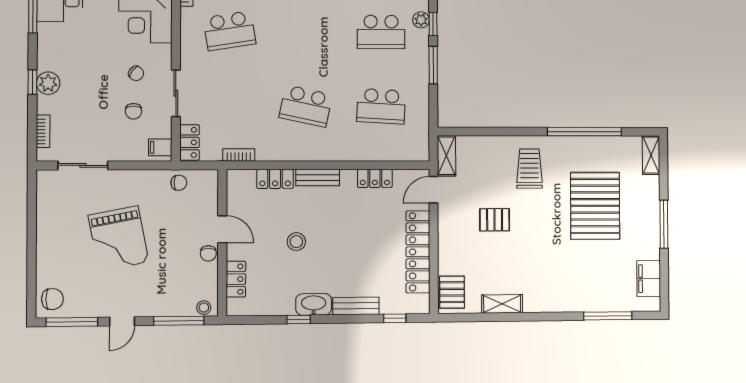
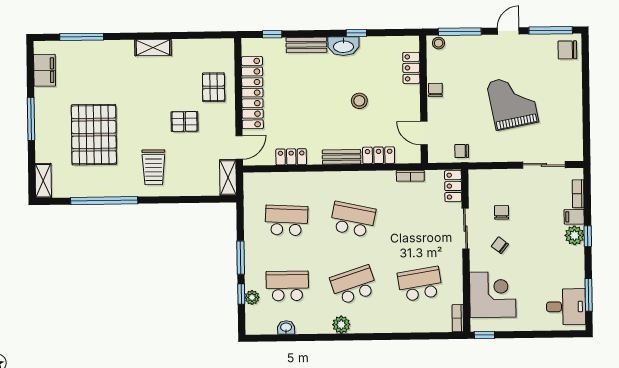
school desk: (306, 31) -> (354, 285), added
filing cabinet: (160, 147) -> (574, 217), moved, turned 180
door: (222, 229) -> (424, 133), moved
pallet: (452, 292) -> (214, 87), moved
shelving: (502, 304) -> (153, 48), moved

